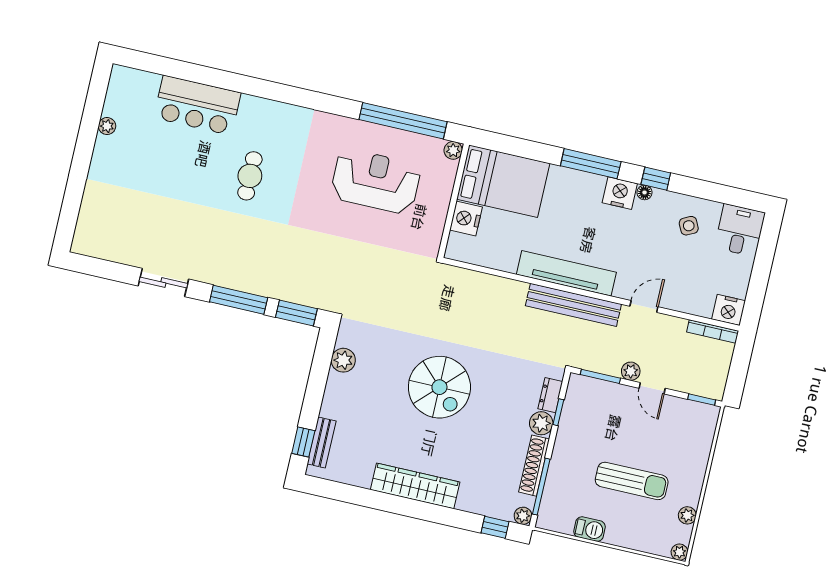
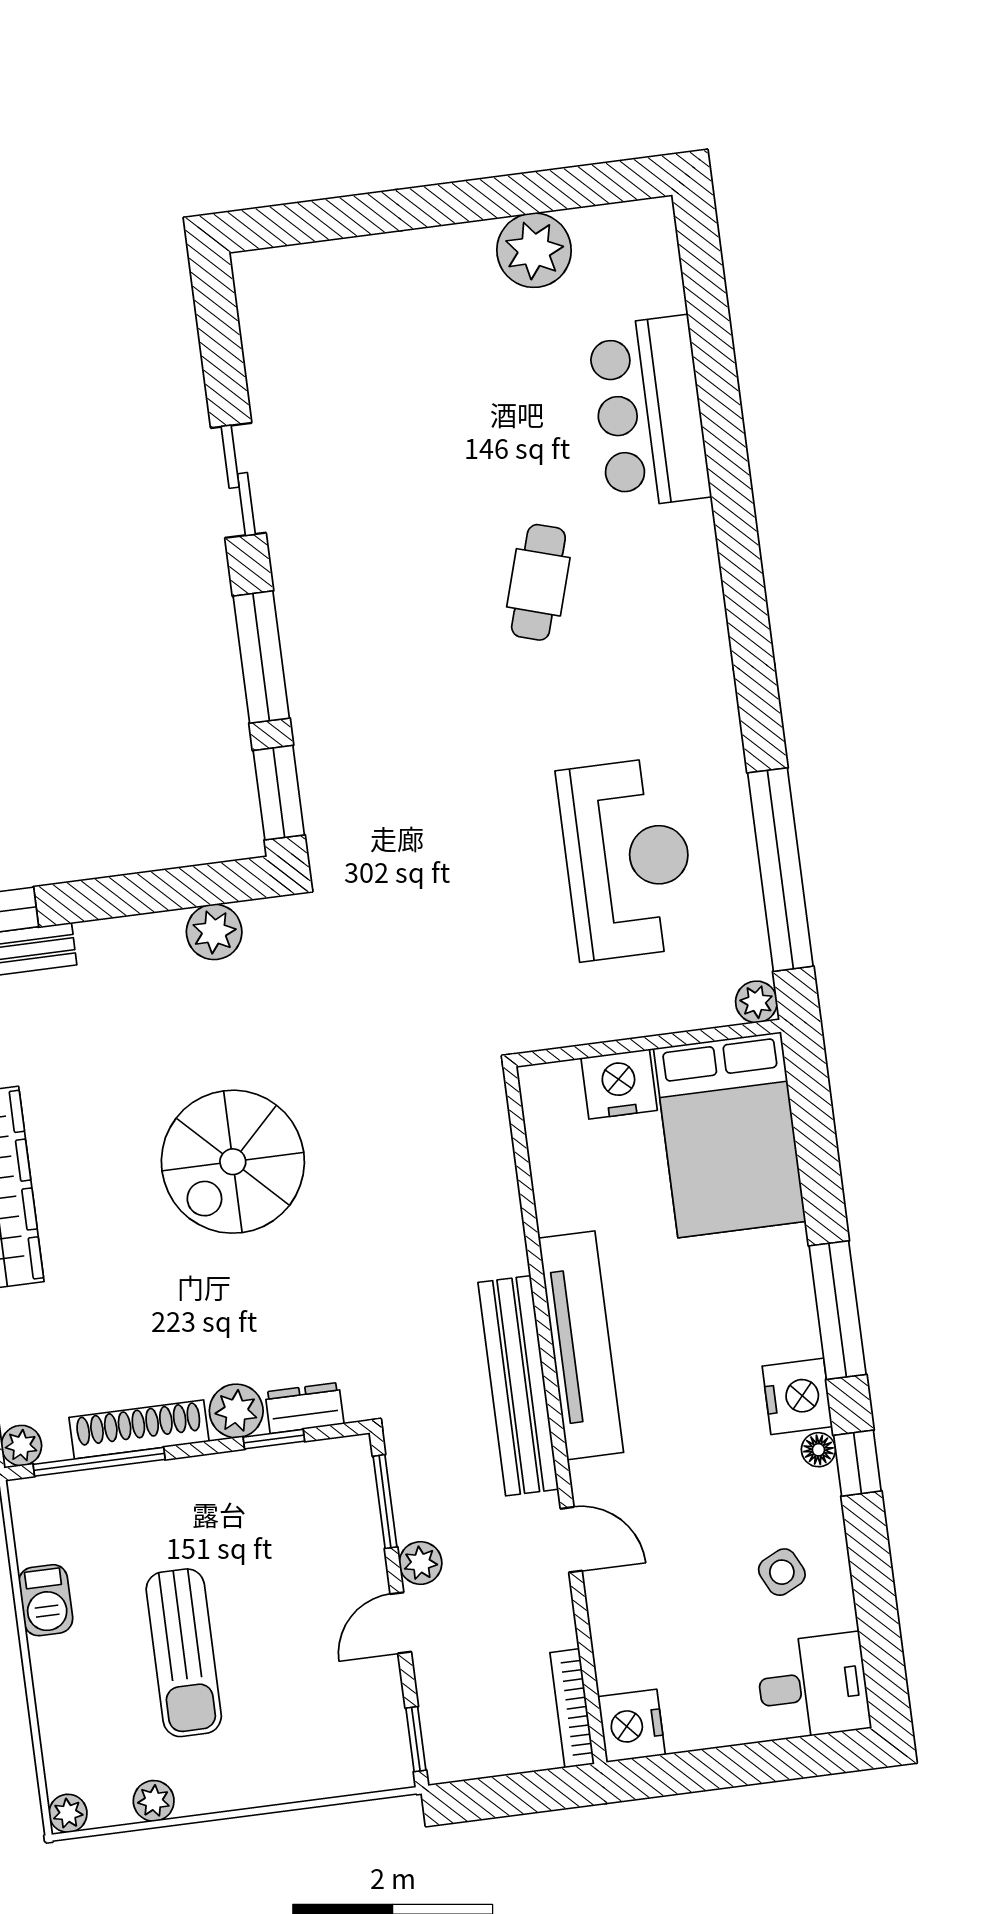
plant: (107, 126) -> (534, 250), width x1.88, depth x1.88
cafe table: (250, 176) -> (538, 582), turned -73

